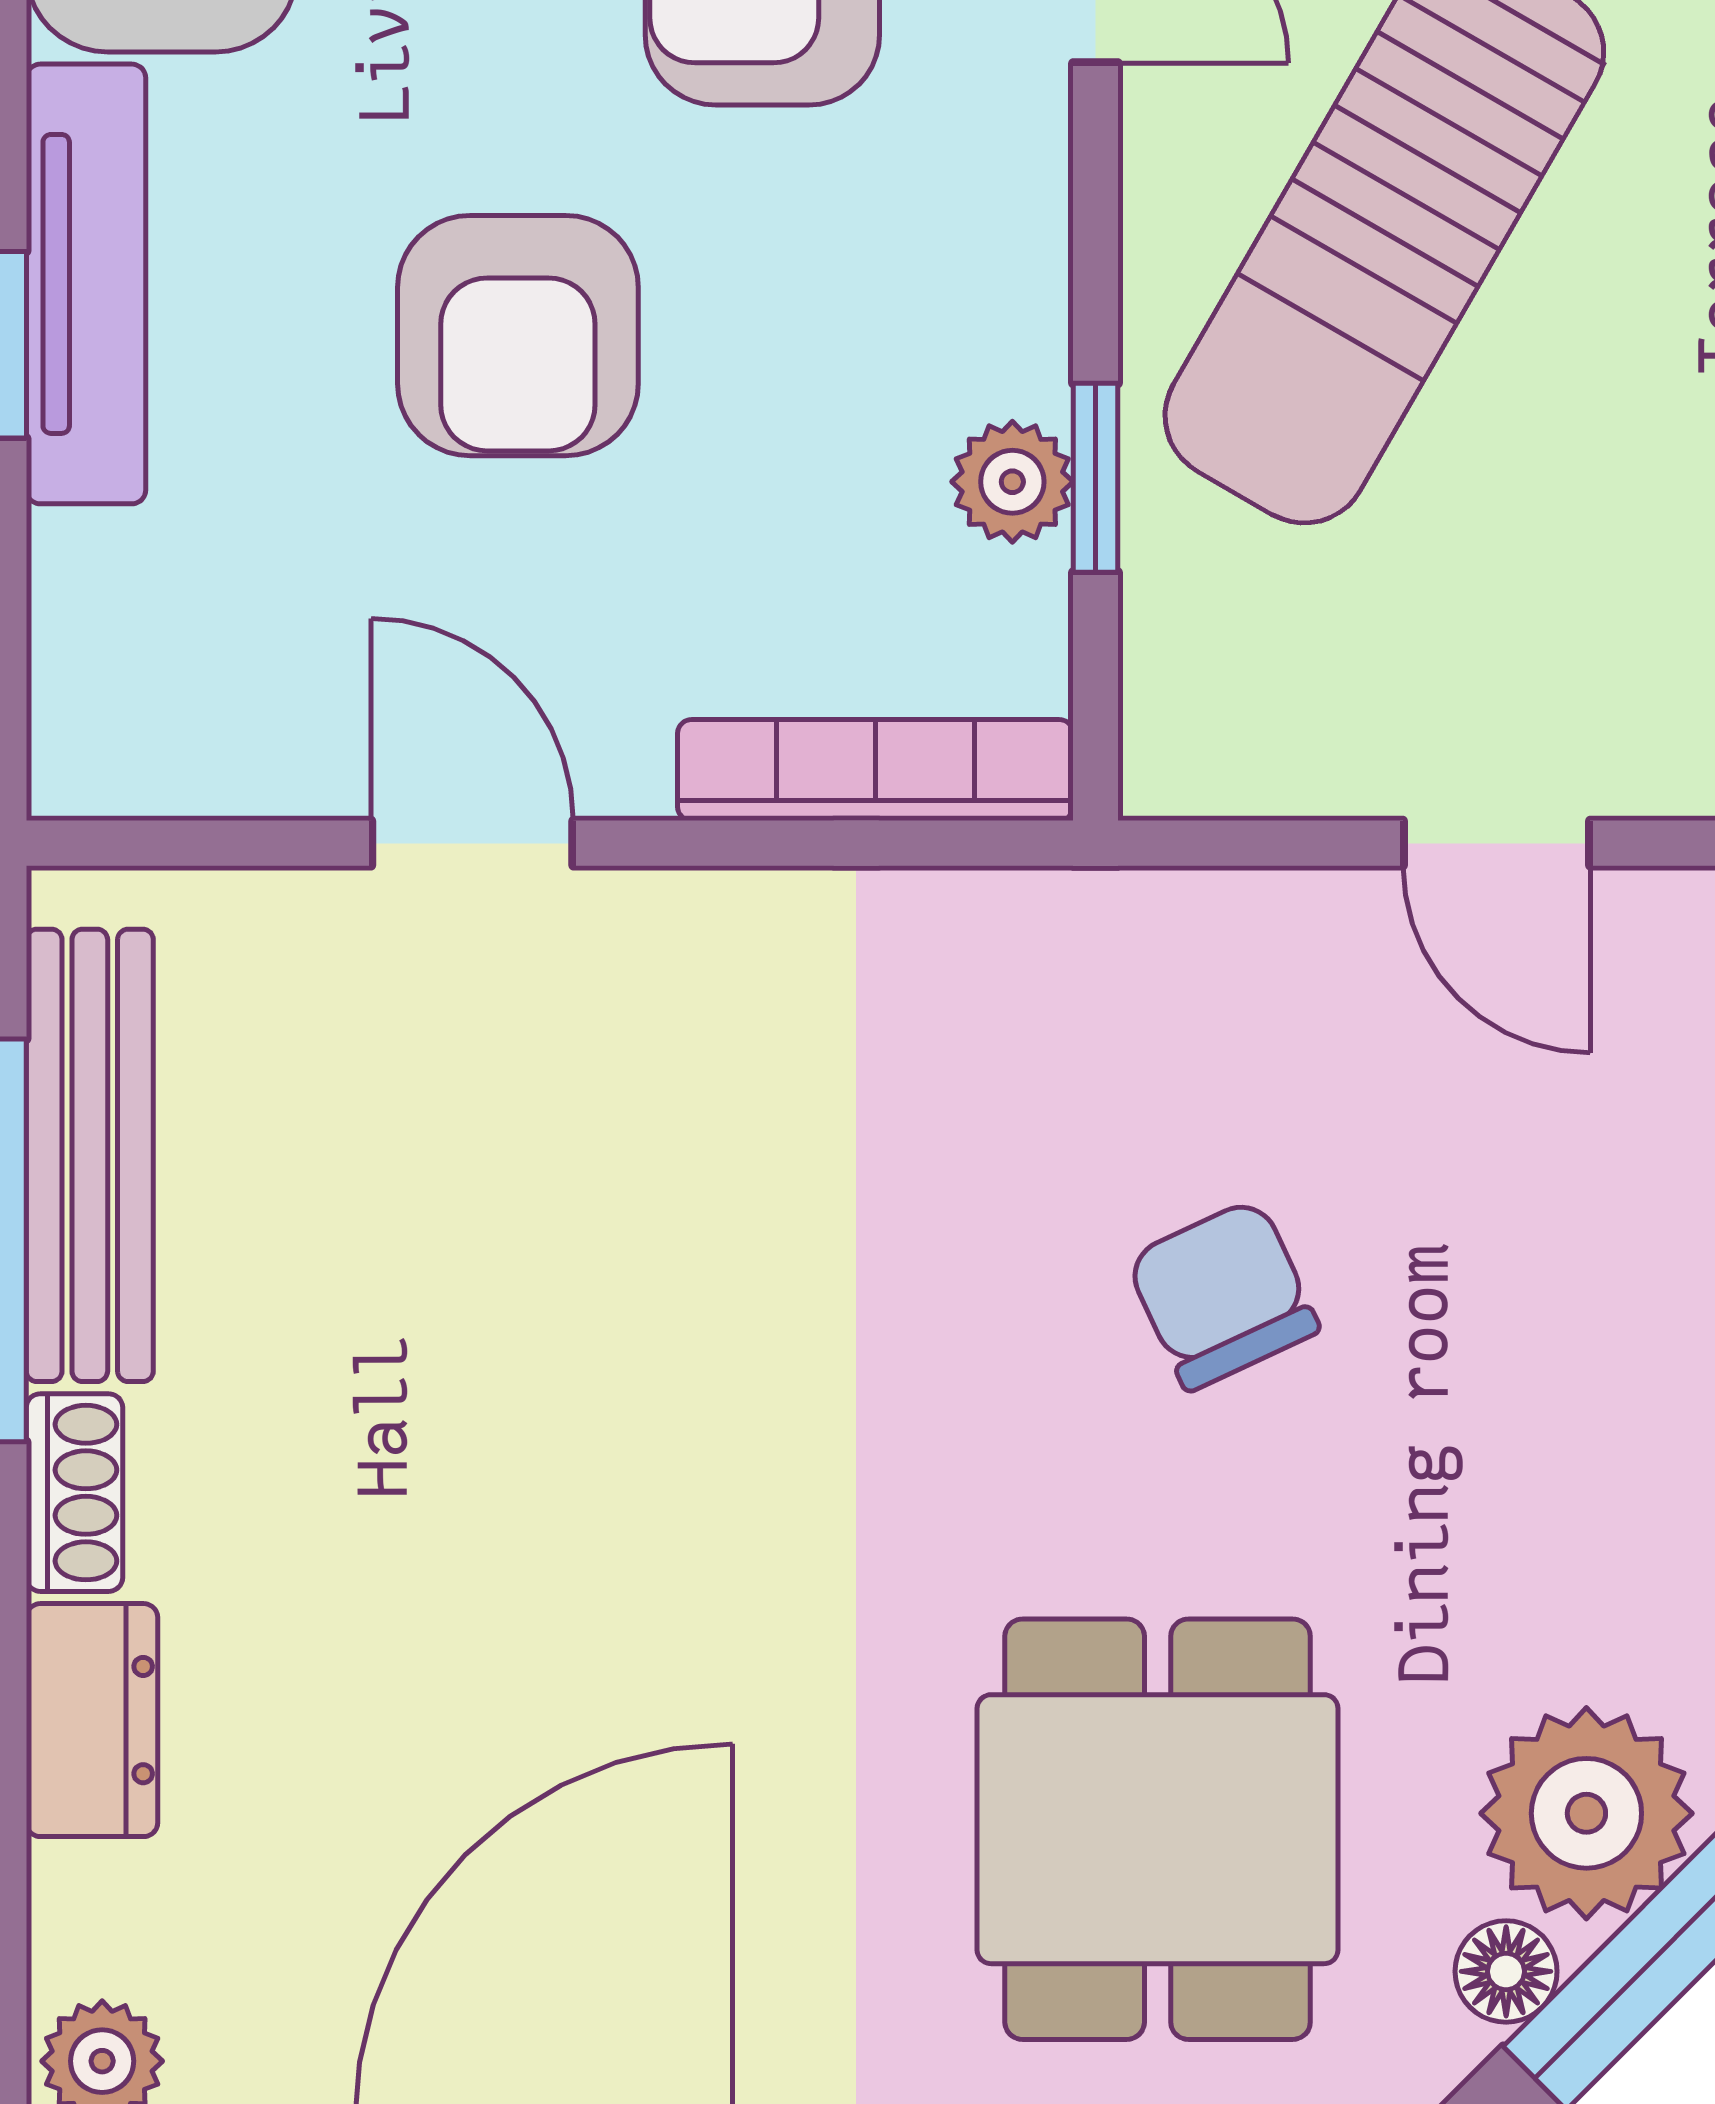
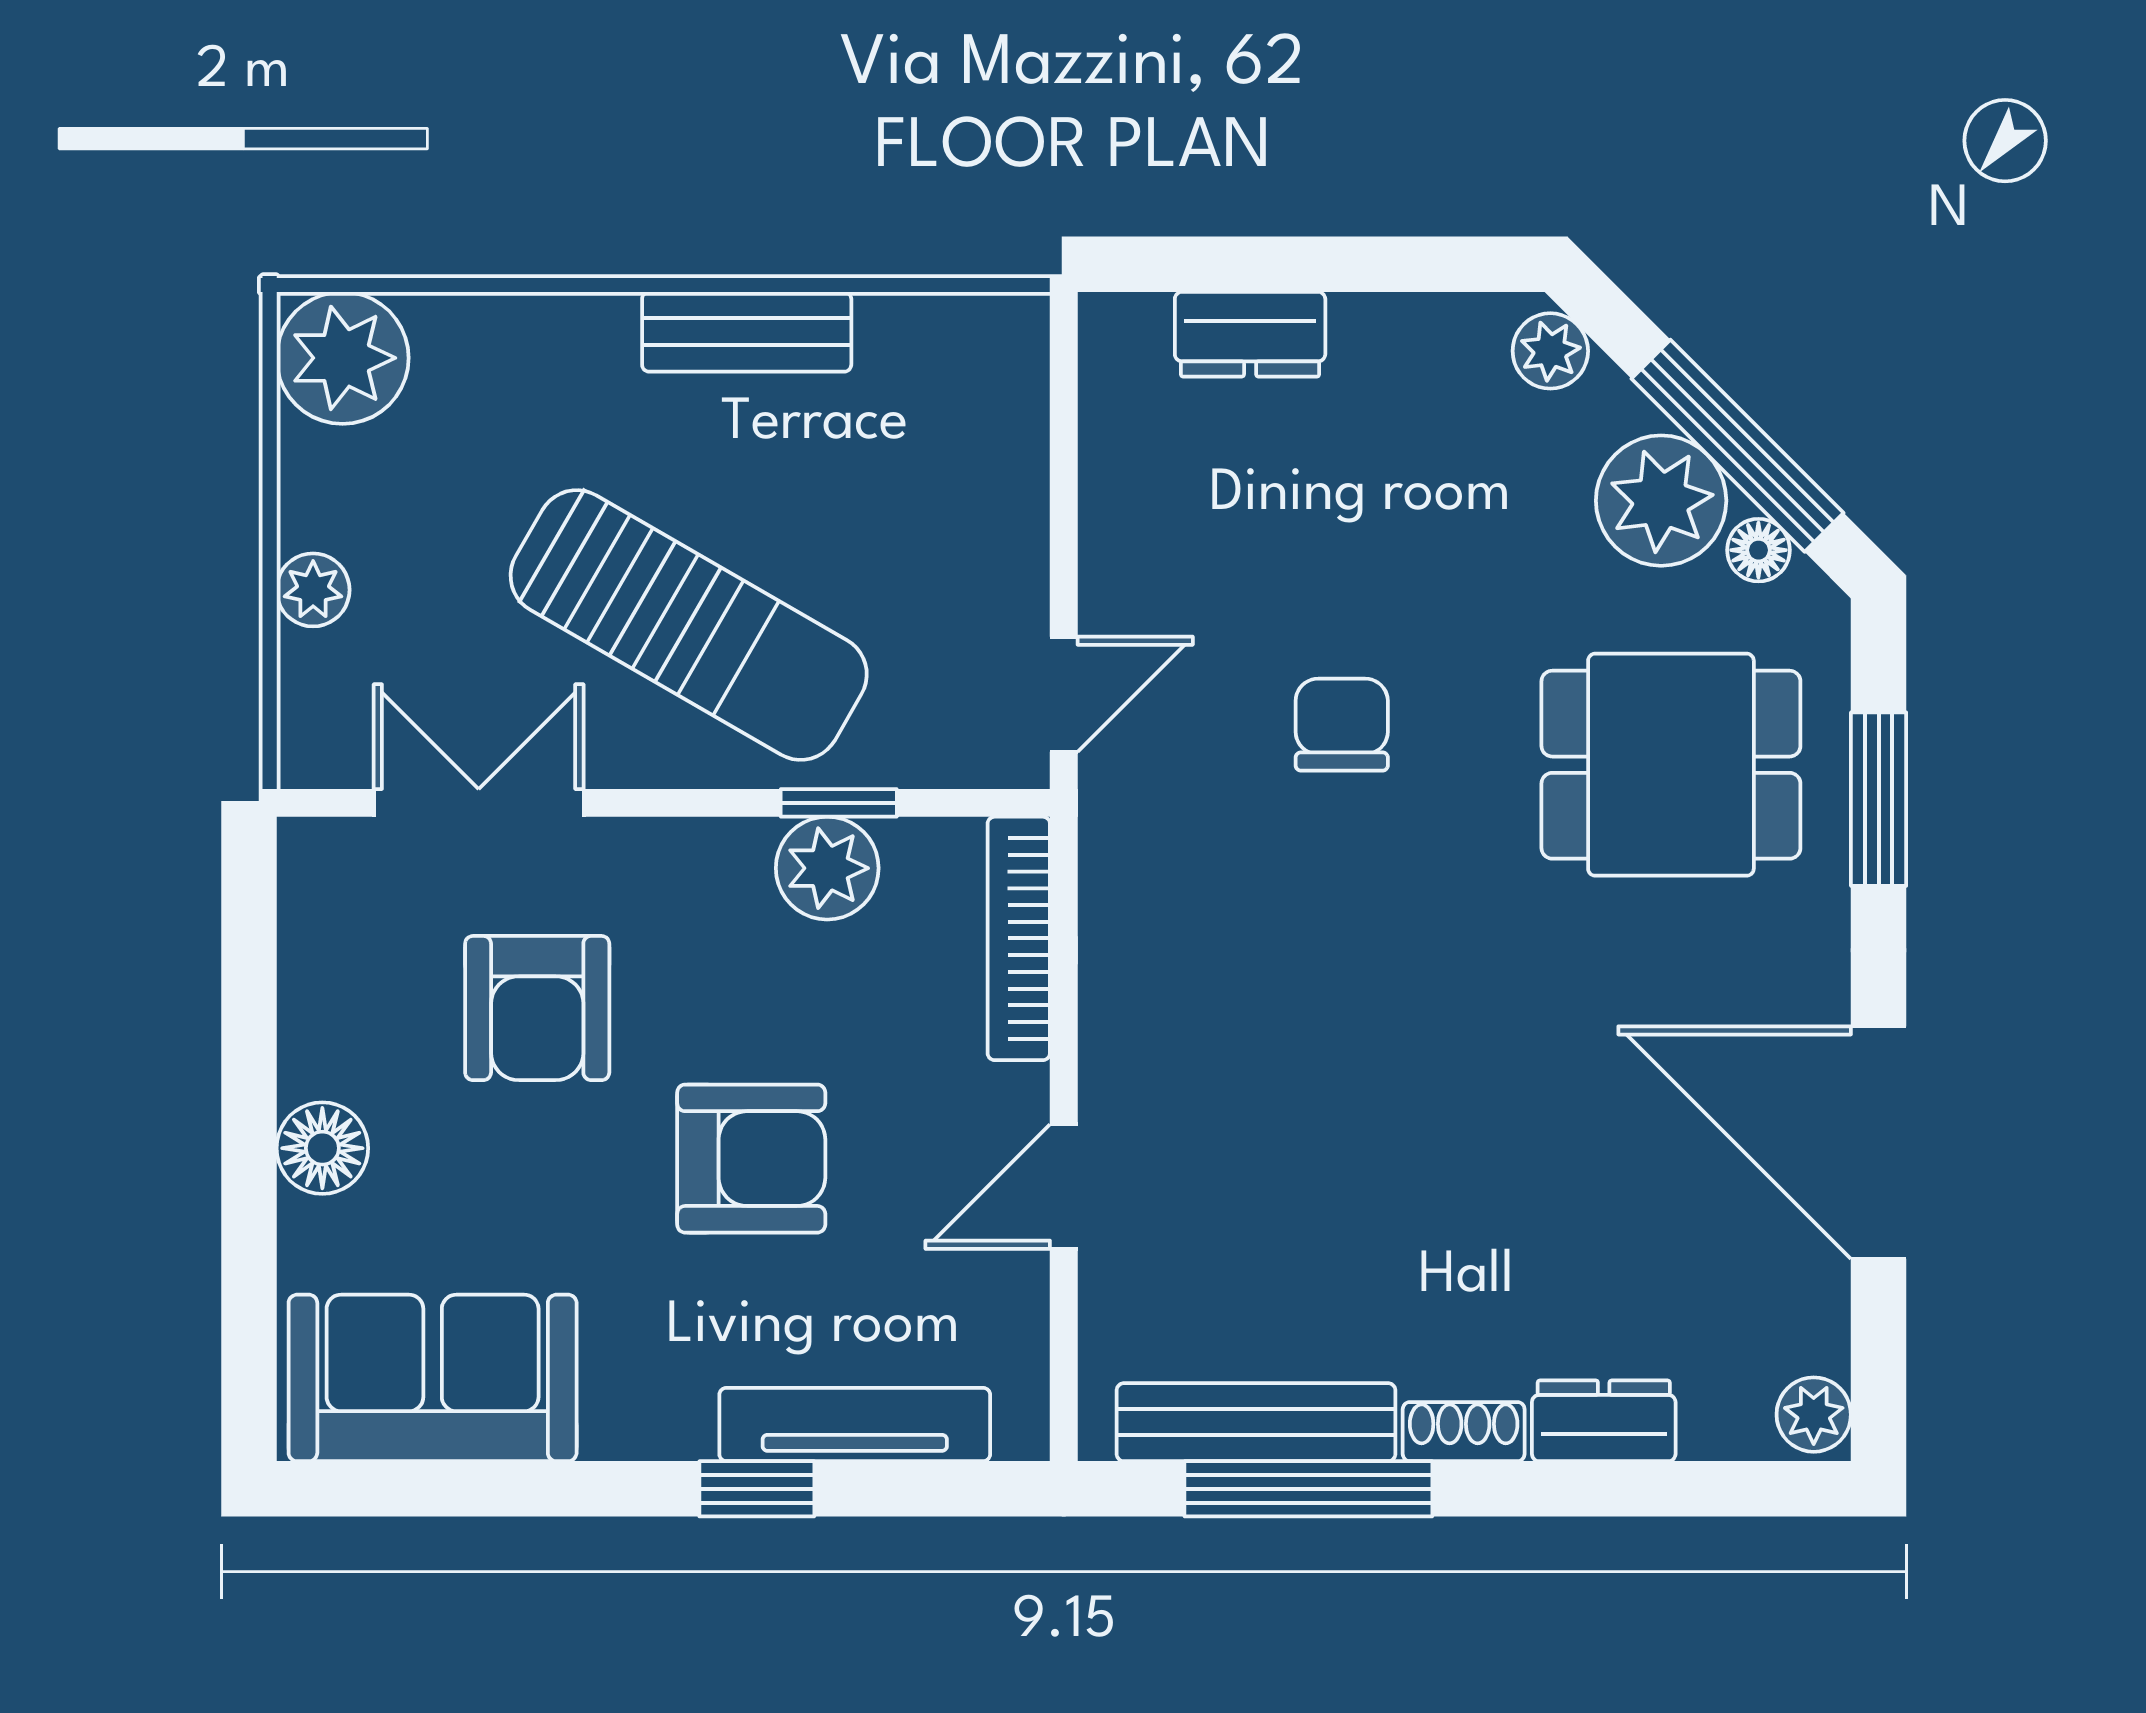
tv unit: (86, 284) -> (855, 1424), moved
plant: (1012, 482) -> (827, 868), width x1.38, depth x1.38
door: (1497, 843) -> (1064, 694), moved
chair: (1223, 1295) -> (1342, 725), turned 115

